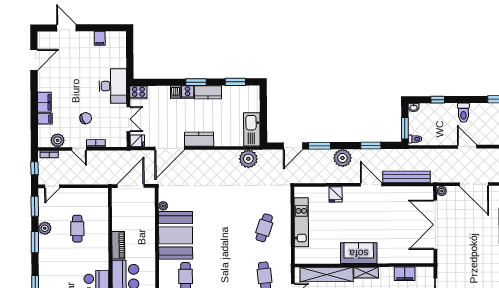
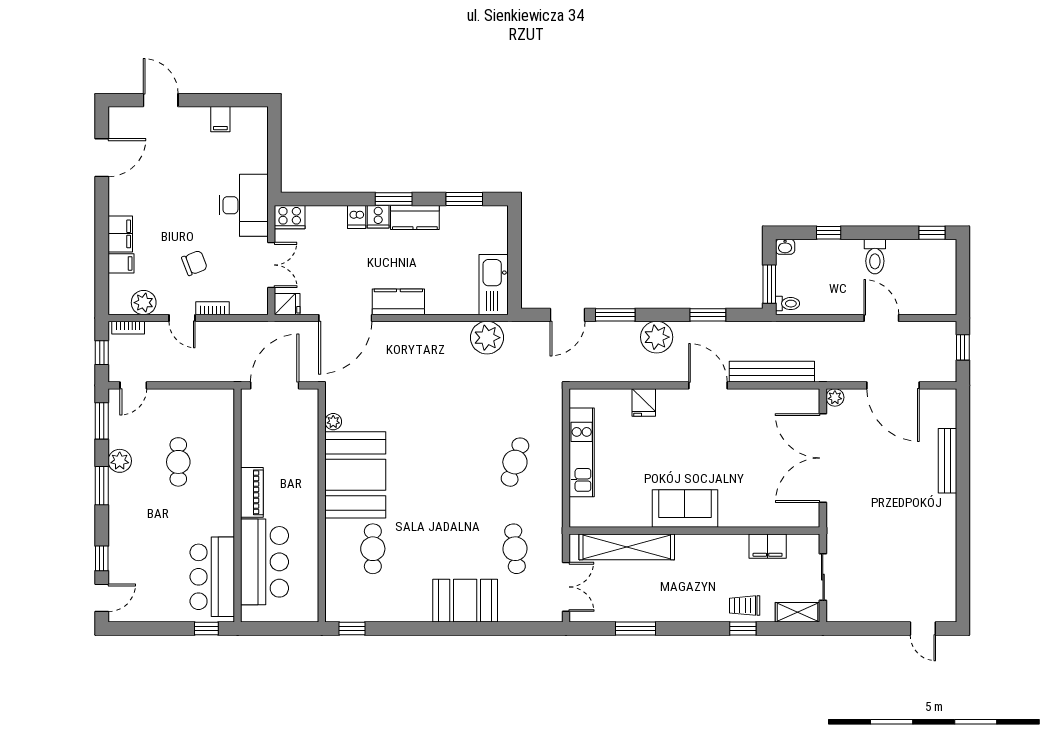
shelving: (366, 273) -> (698, 544), removed

